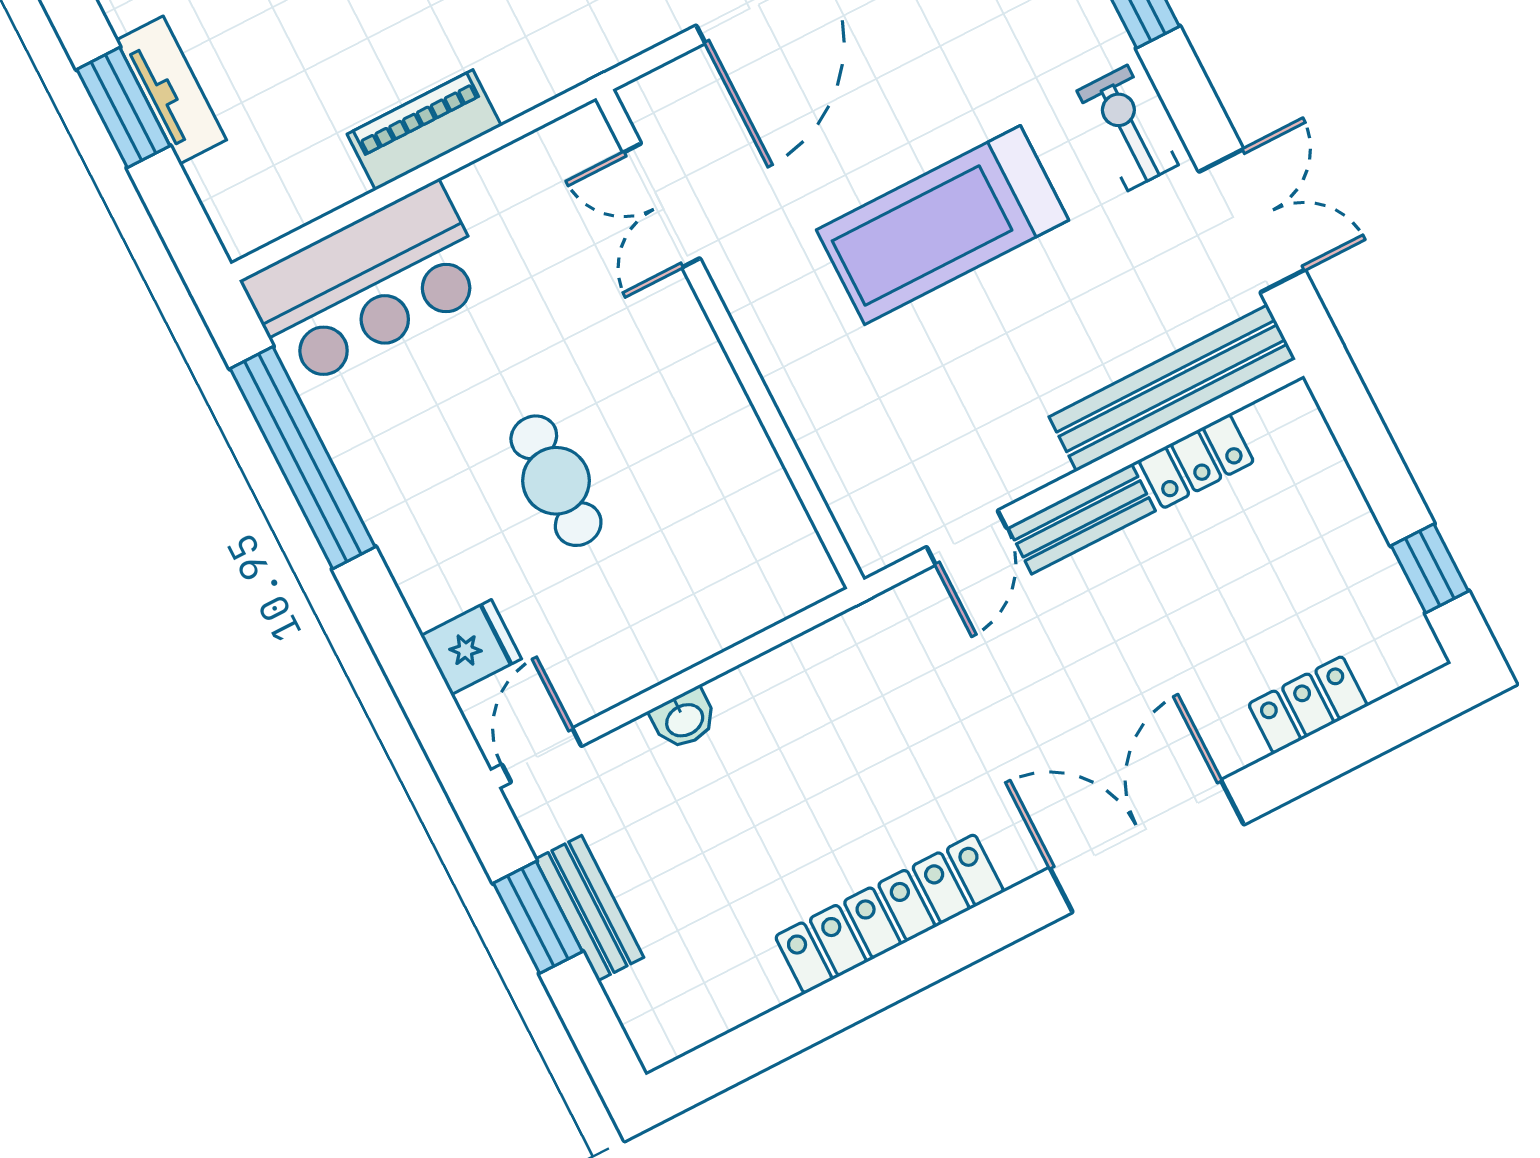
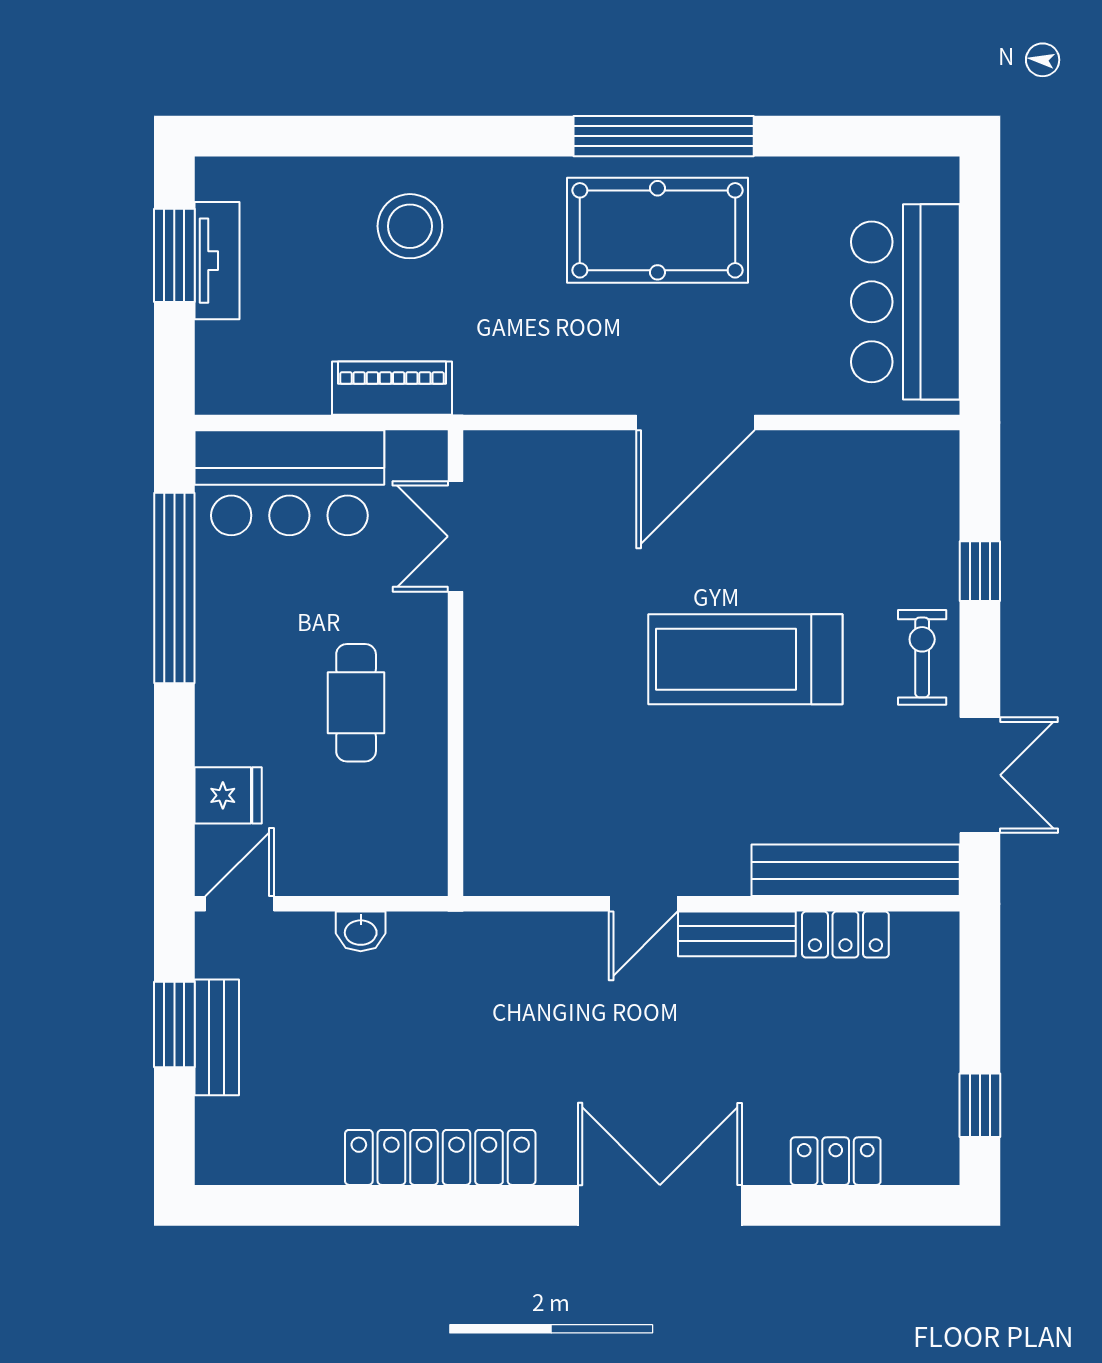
double door: (662, 205) -> (455, 536), moved
wall: (730, 339) -> (455, 663), moved

